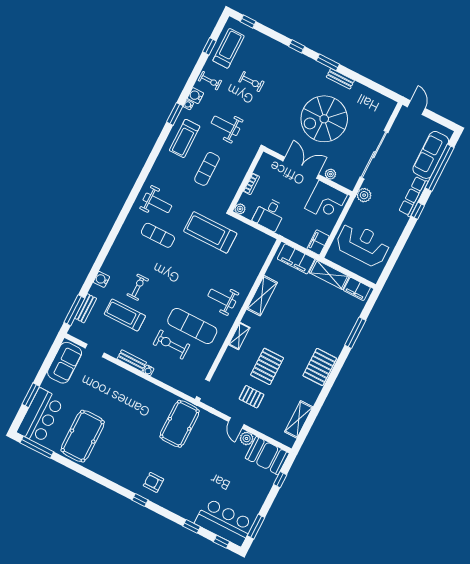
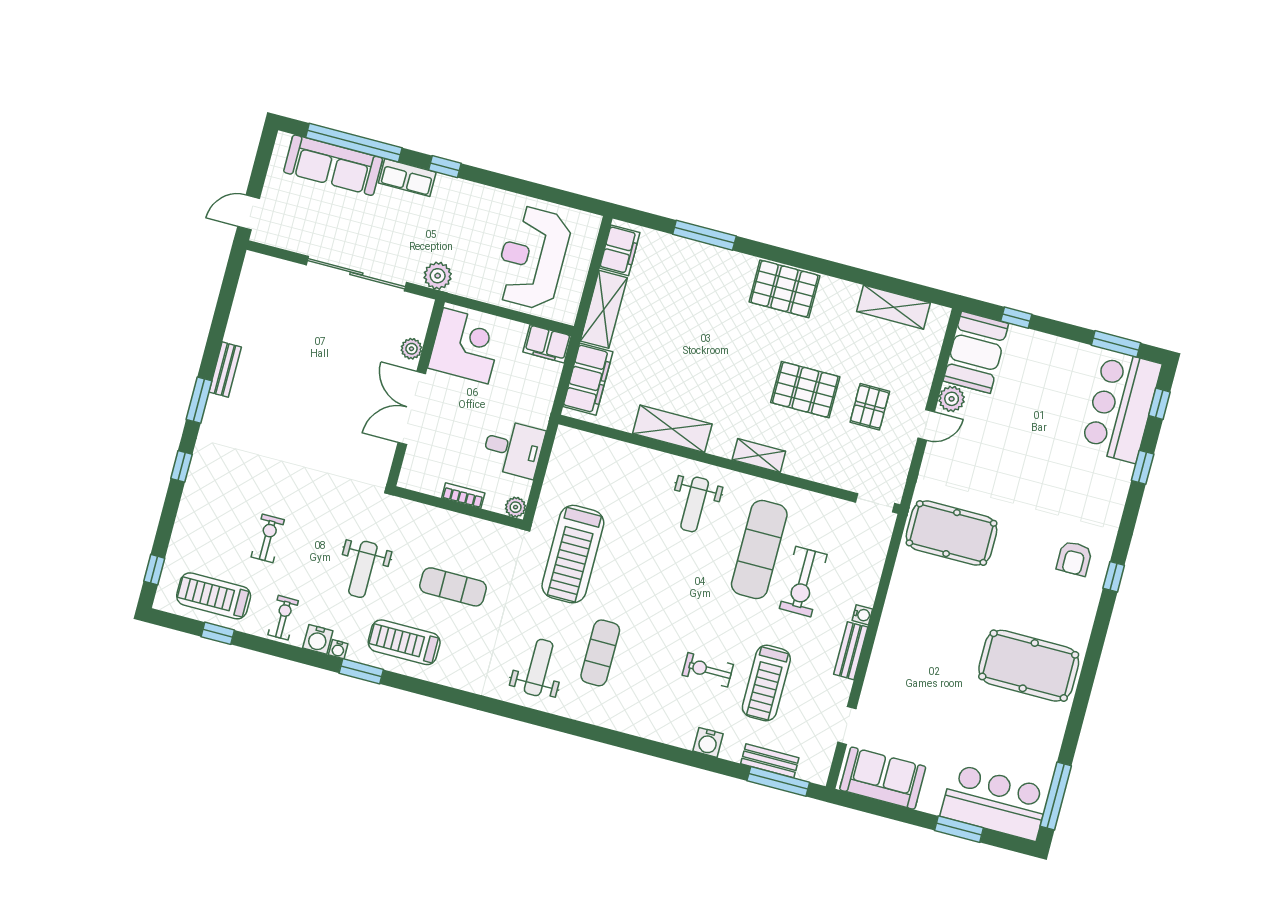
spiral stairs: (324, 119) -> (308, 384), removed
treadmill: (185, 138) -> (404, 642), turned 180
row of seats: (413, 196) -> (407, 178), width x0.68
pool table: (83, 436) -> (1029, 666), moved

